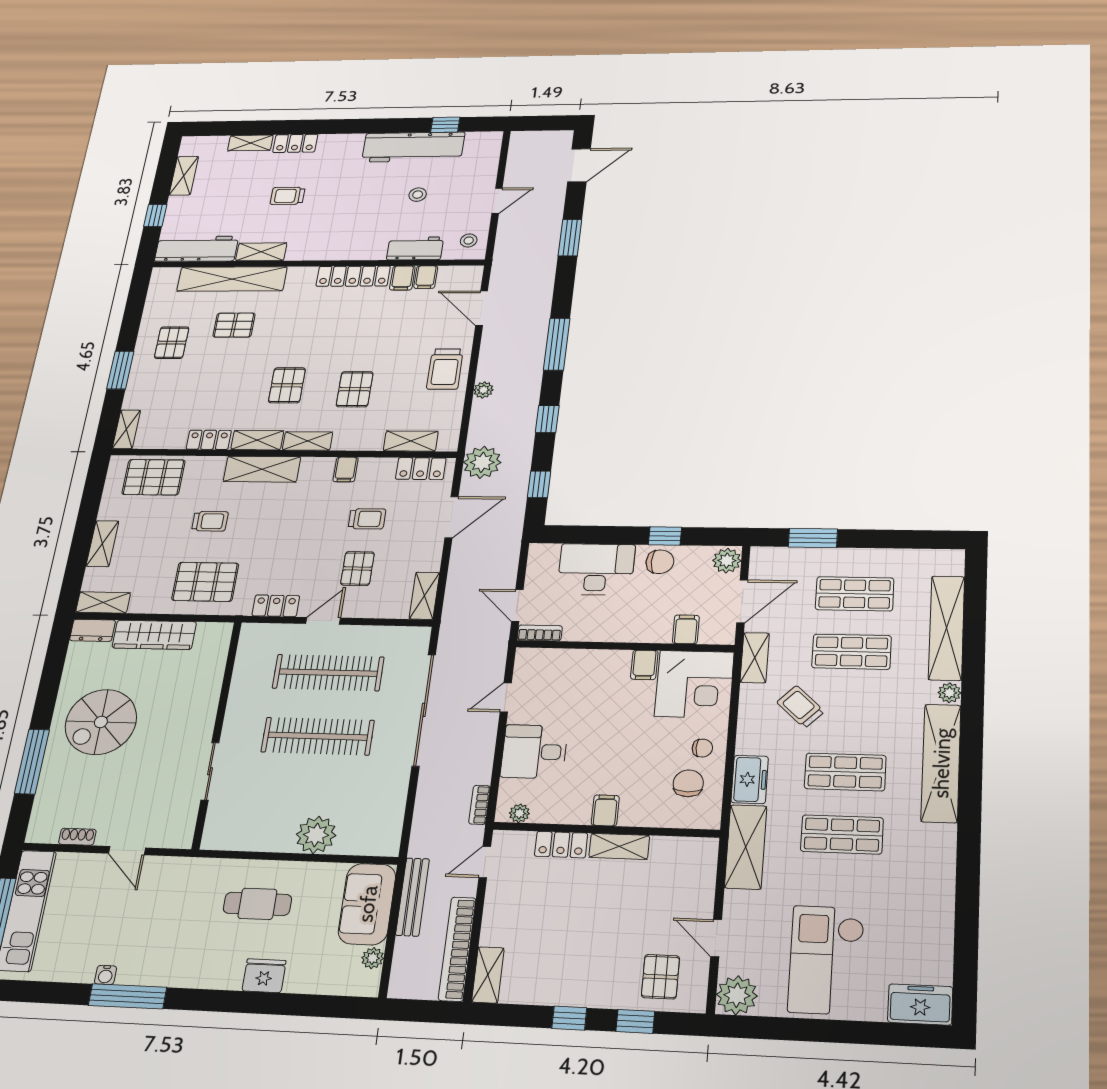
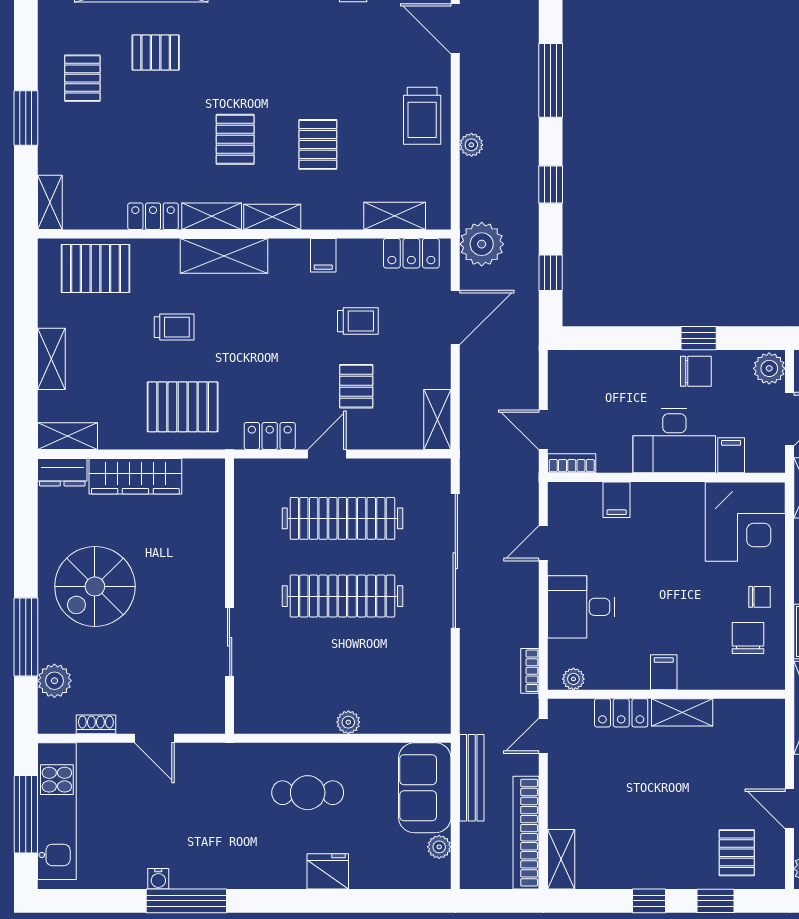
desk: (596, 569) -> (674, 441), moved, turned 180
filing cabinet: (644, 665) -> (617, 500), moved
plant: (49, 799) -> (54, 681), added
plant: (316, 835) -> (348, 722), width x0.53, depth x0.53

